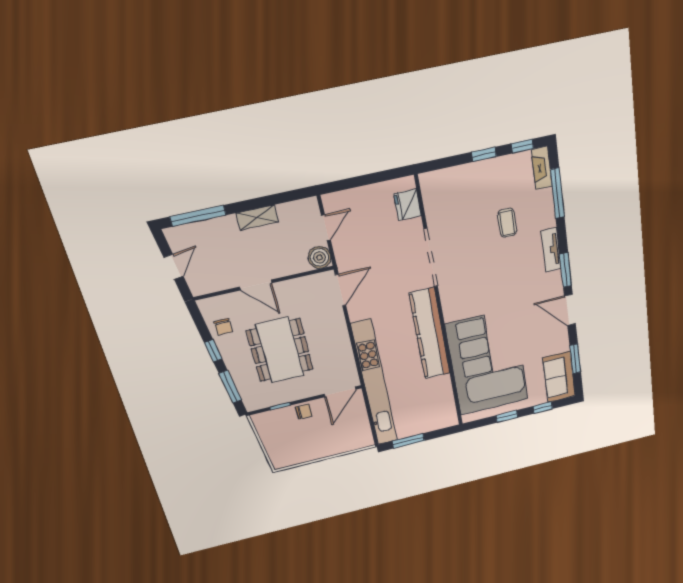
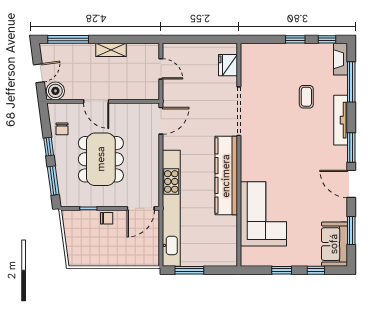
door: (326, 228) -> (161, 69), hinge flipped
tv unit: (551, 250) -> (341, 120), width x1.41
boiler: (319, 257) -> (55, 91), moved
corner sofa: (487, 363) -> (263, 214), width x0.73, depth x0.74

